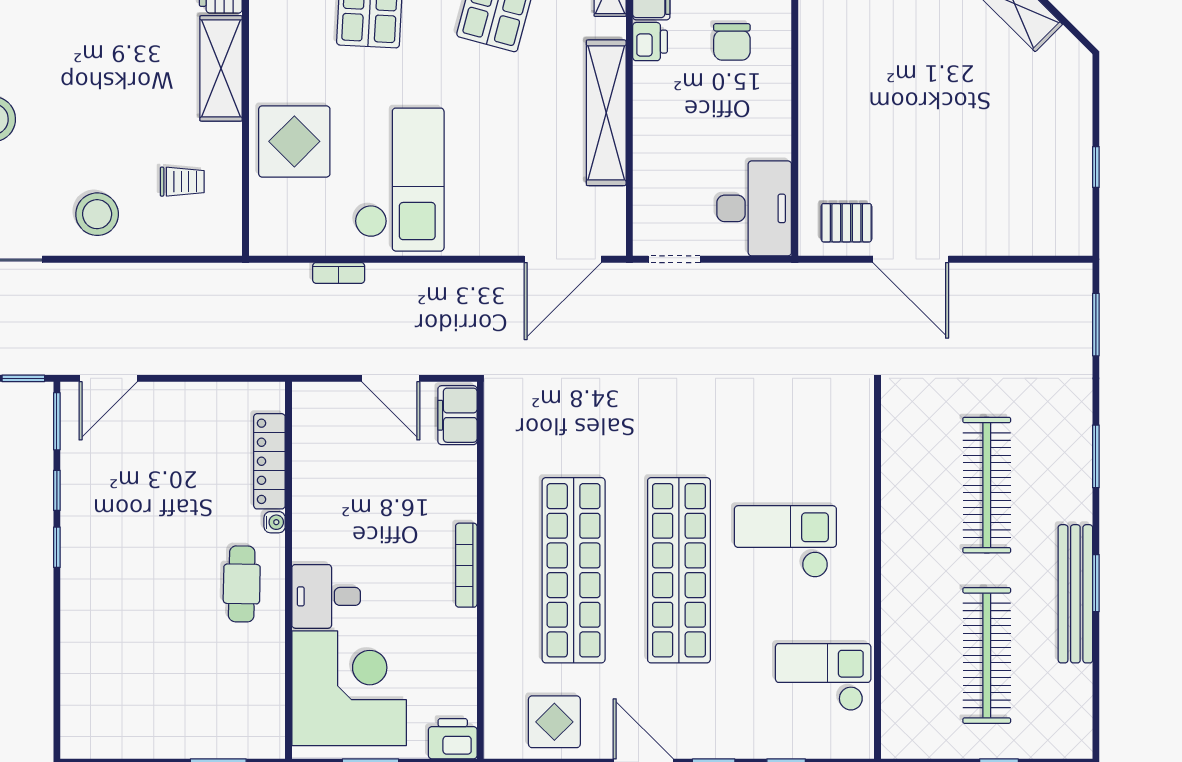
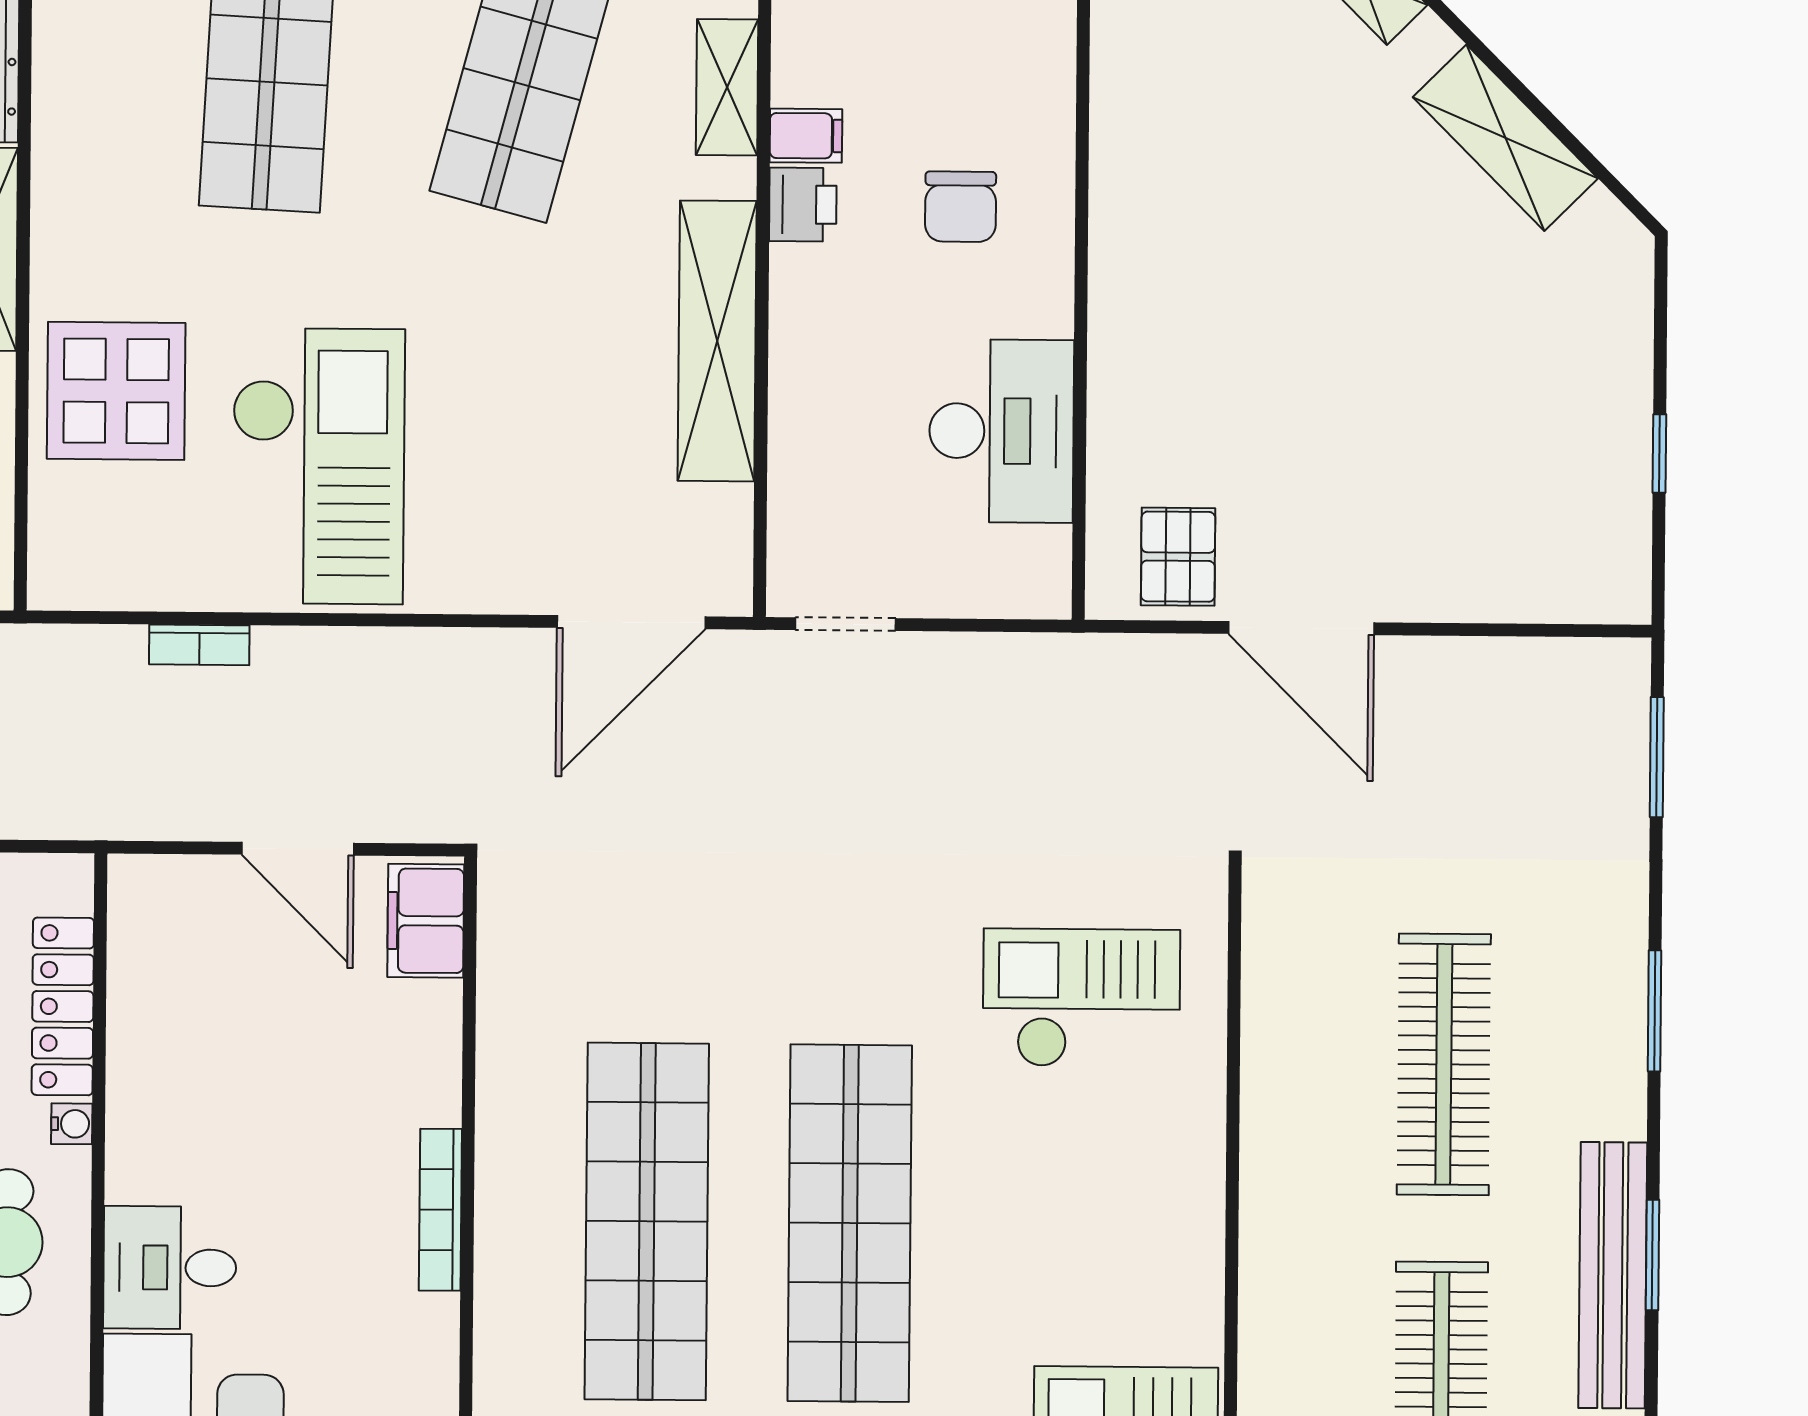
desk: (754, 208) -> (1001, 431), moved
pallet: (846, 223) -> (1178, 557), turned 90
checkout: (785, 542) -> (1081, 998), moved

